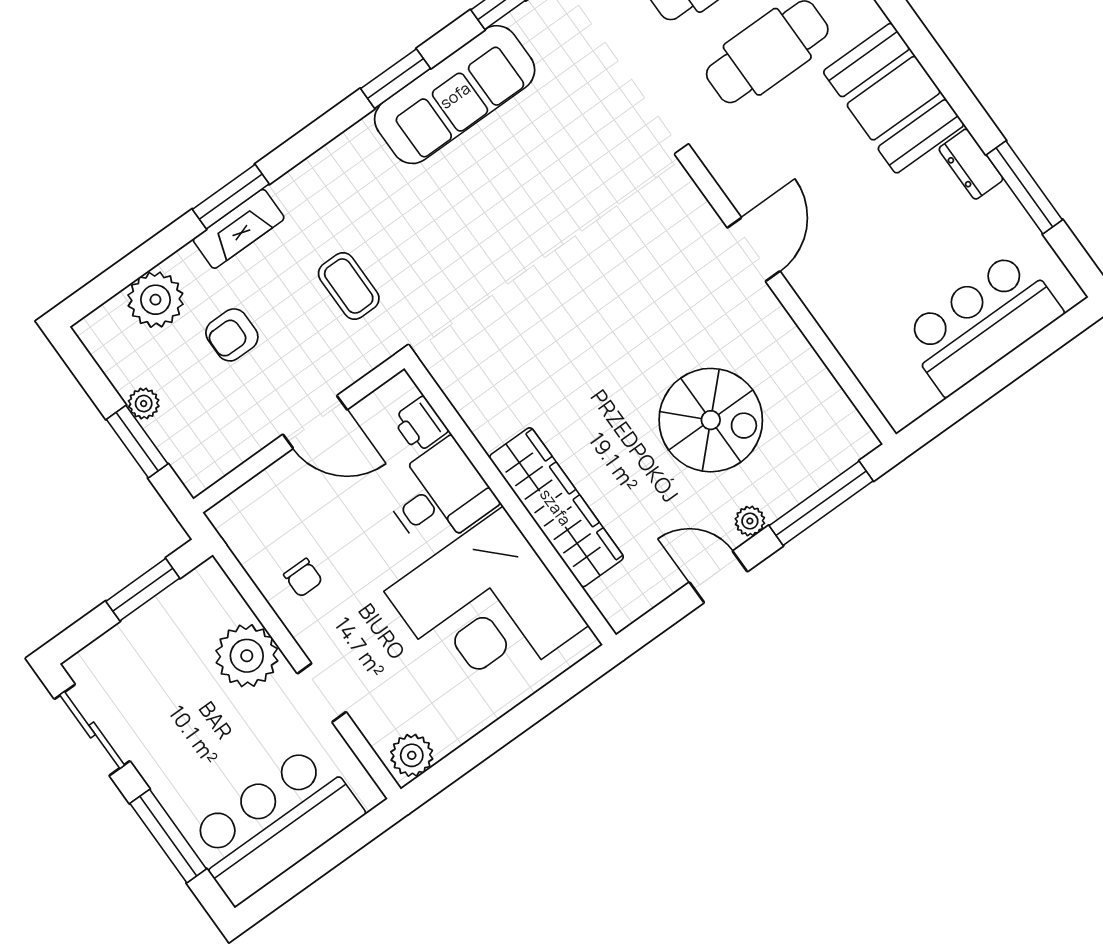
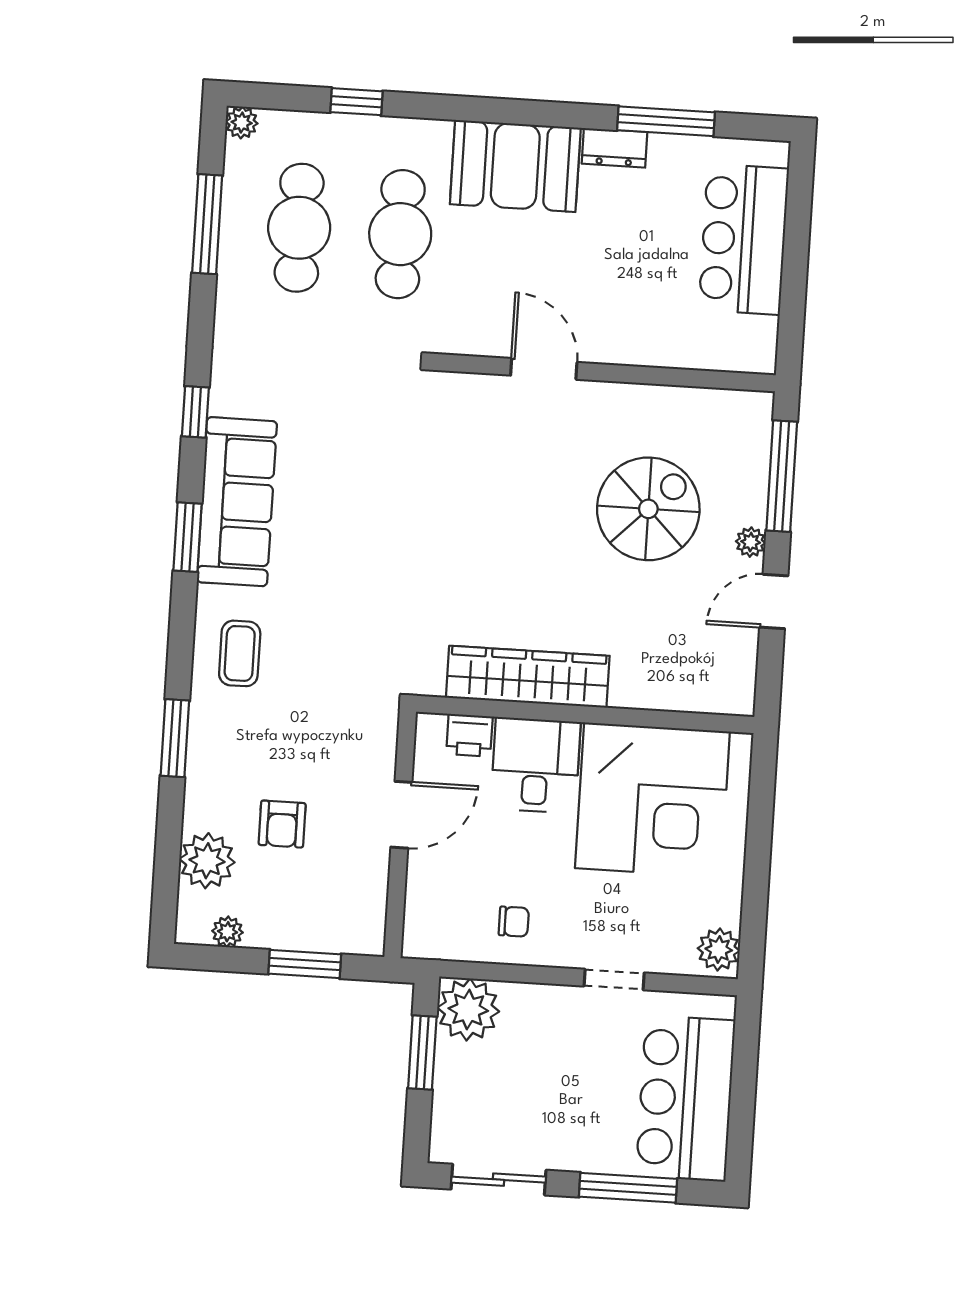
fireplace: (239, 229) -> (205, 752), removed
coffee table: (349, 286) -> (240, 653), moved, turned 90
plant: (144, 404) -> (228, 932), moved
wardrobe: (556, 507) -> (528, 677), moved
plant: (247, 656) -> (468, 1010), moved

